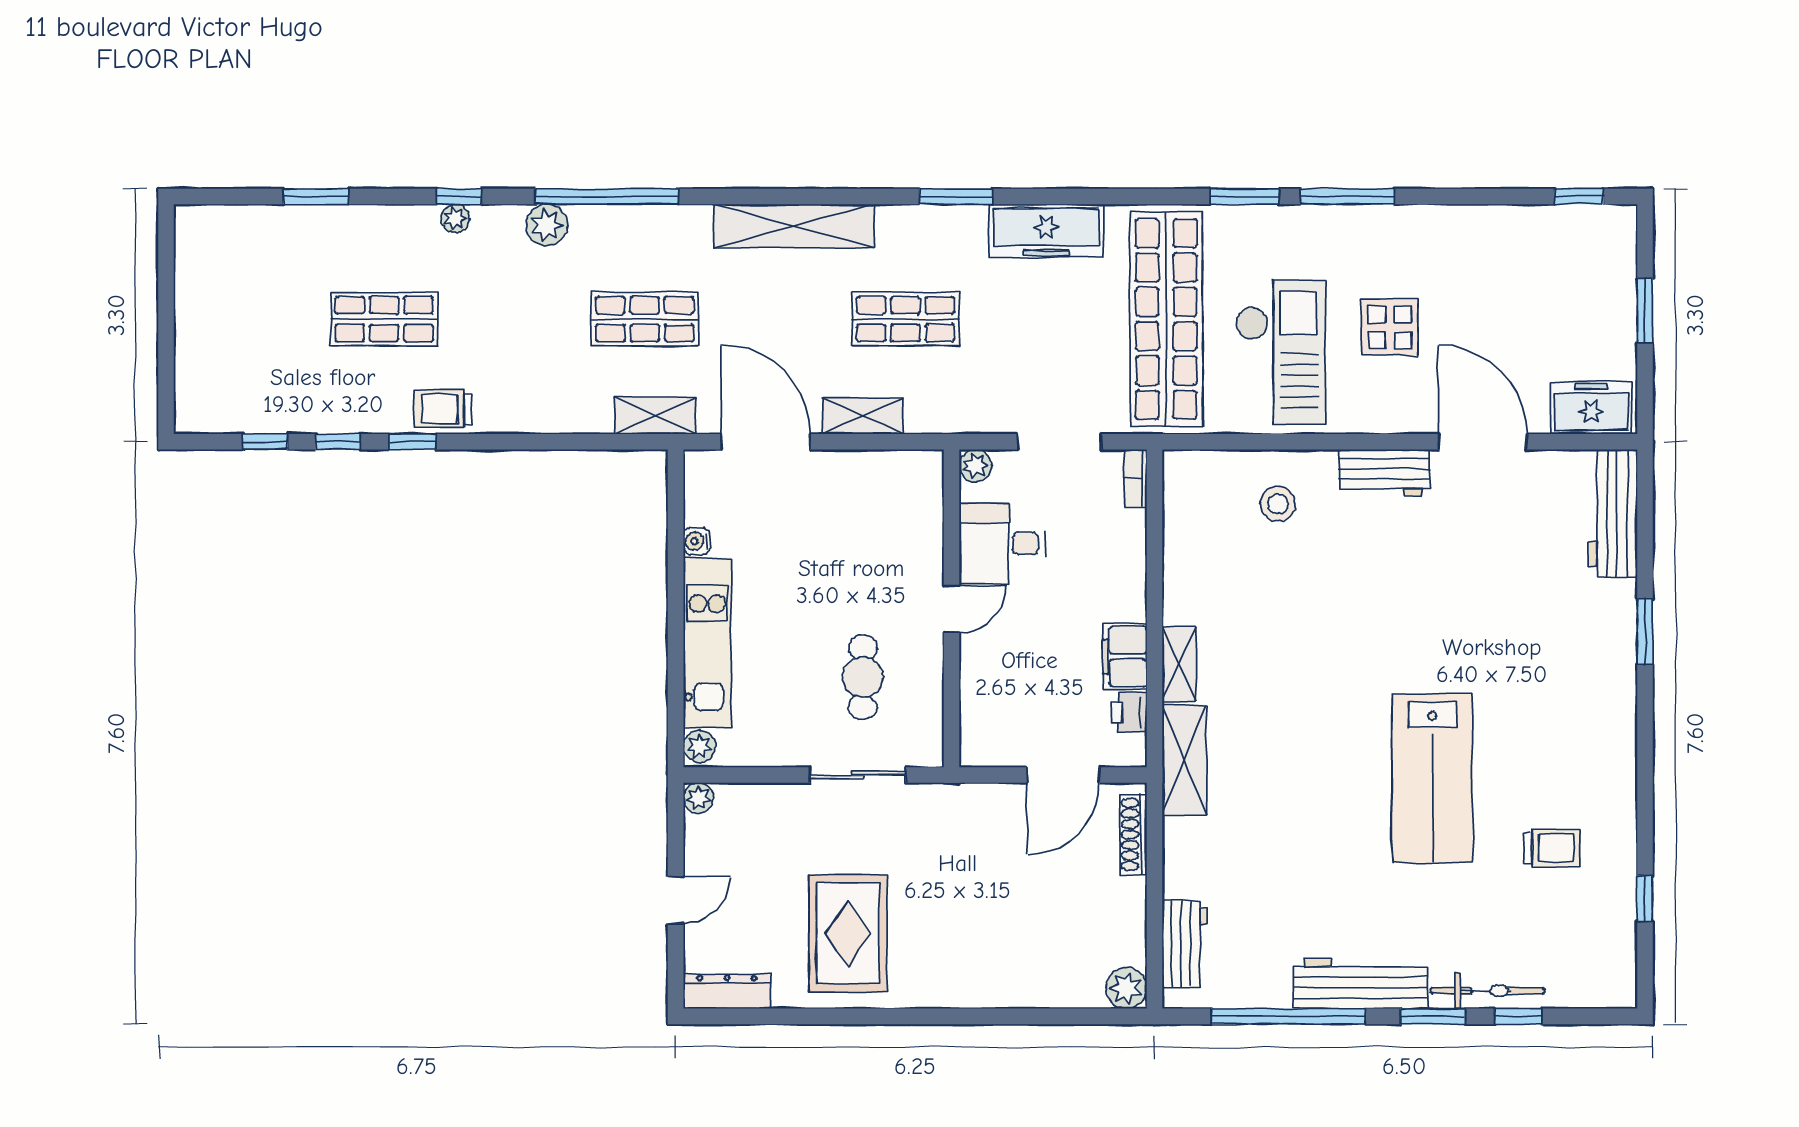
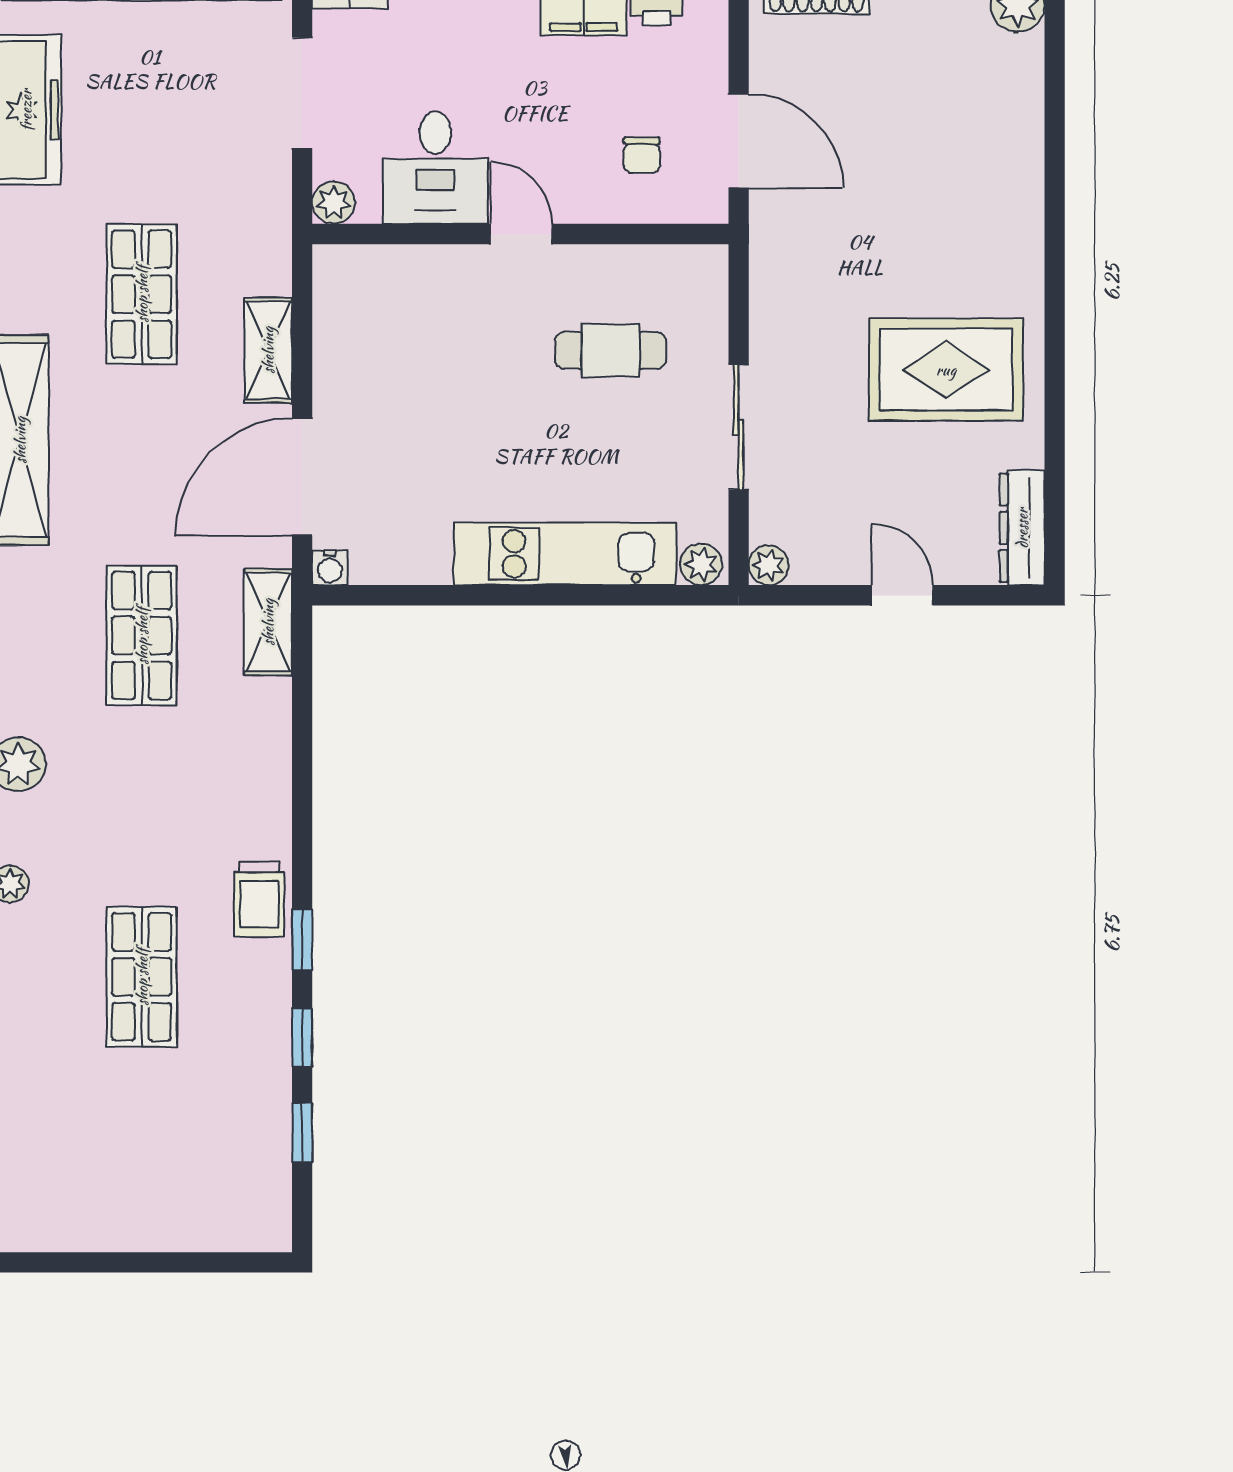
water cooler: (697, 541) -> (330, 568), moved
chair: (1012, 701) -> (642, 155), added
sliding door: (858, 775) -> (739, 427), moved
door: (1063, 775) -> (739, 141), moved

